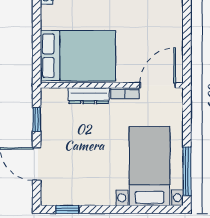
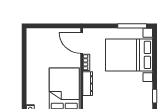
bed with nightstands: (150, 166) -> (129, 55), width x1.36

